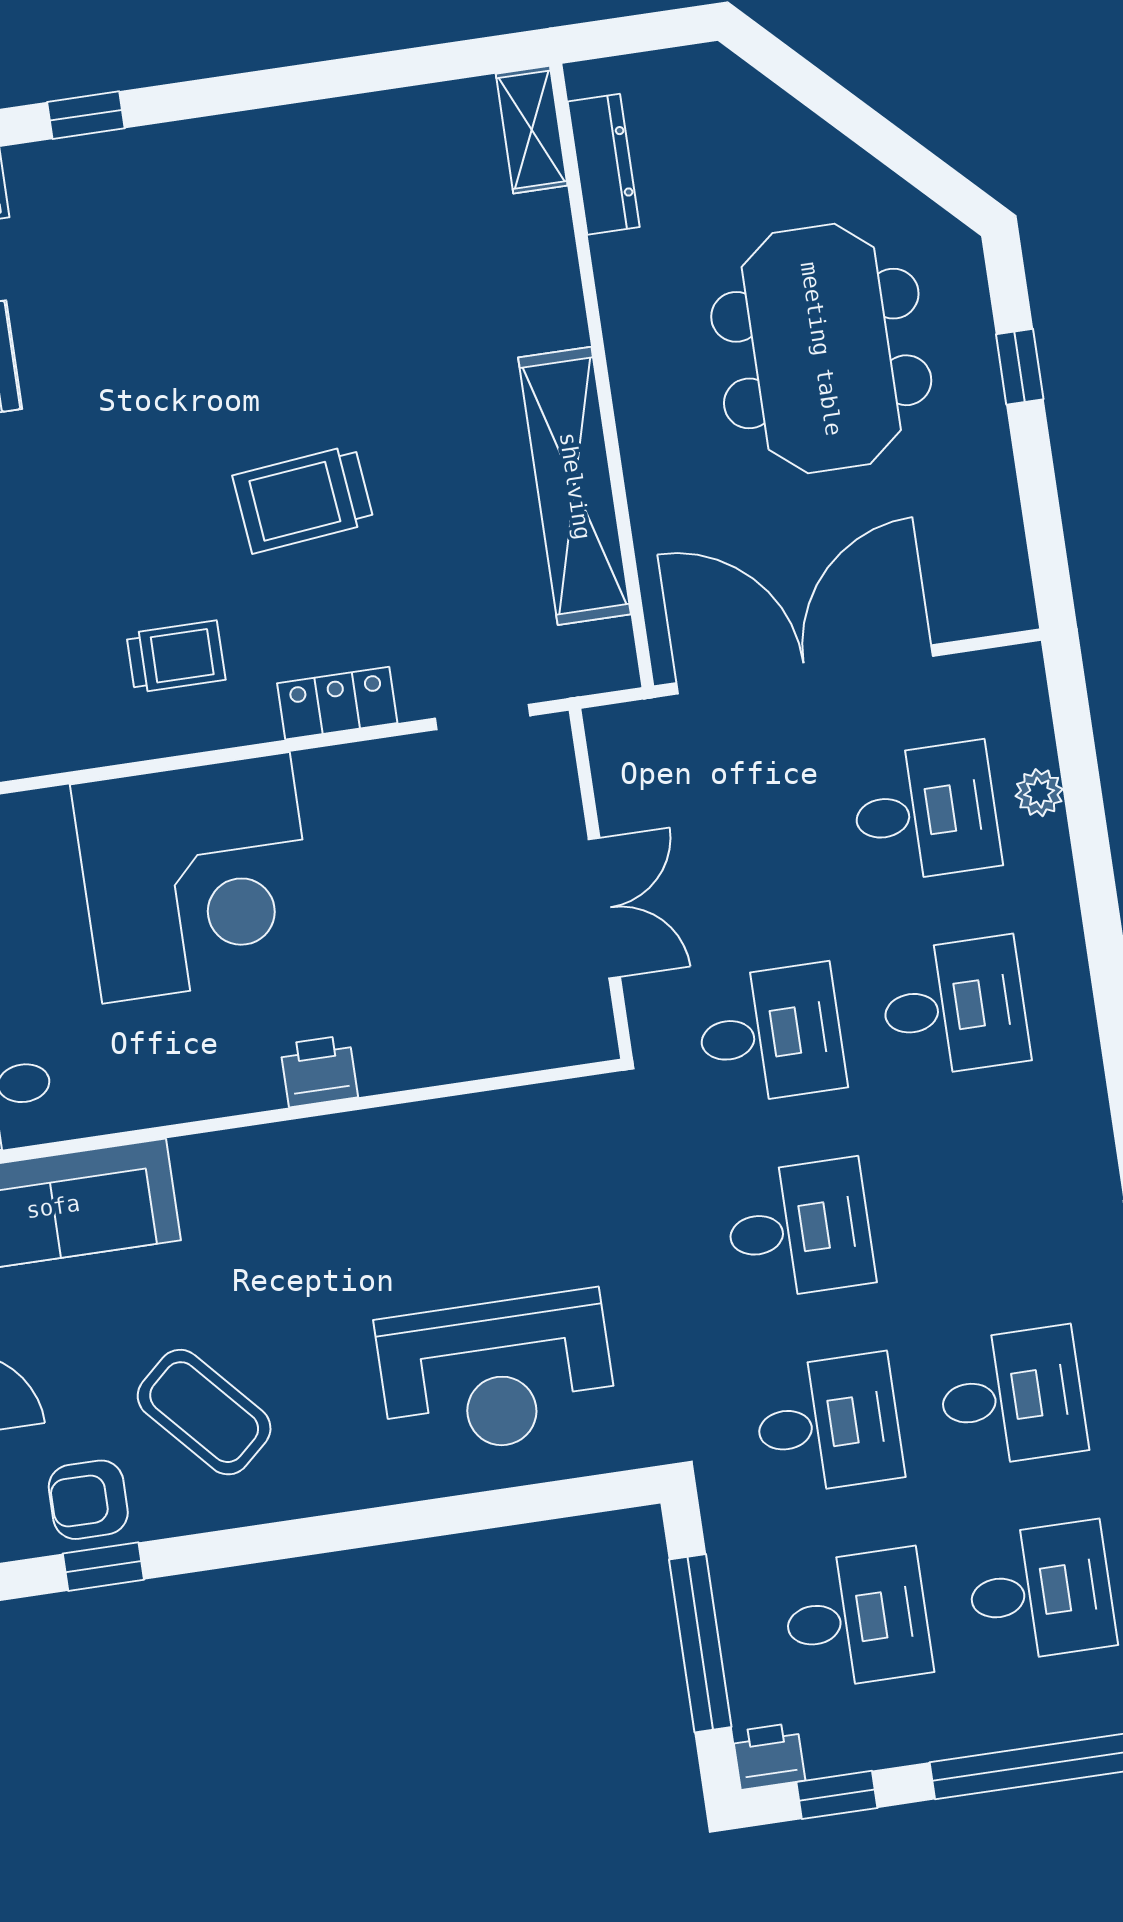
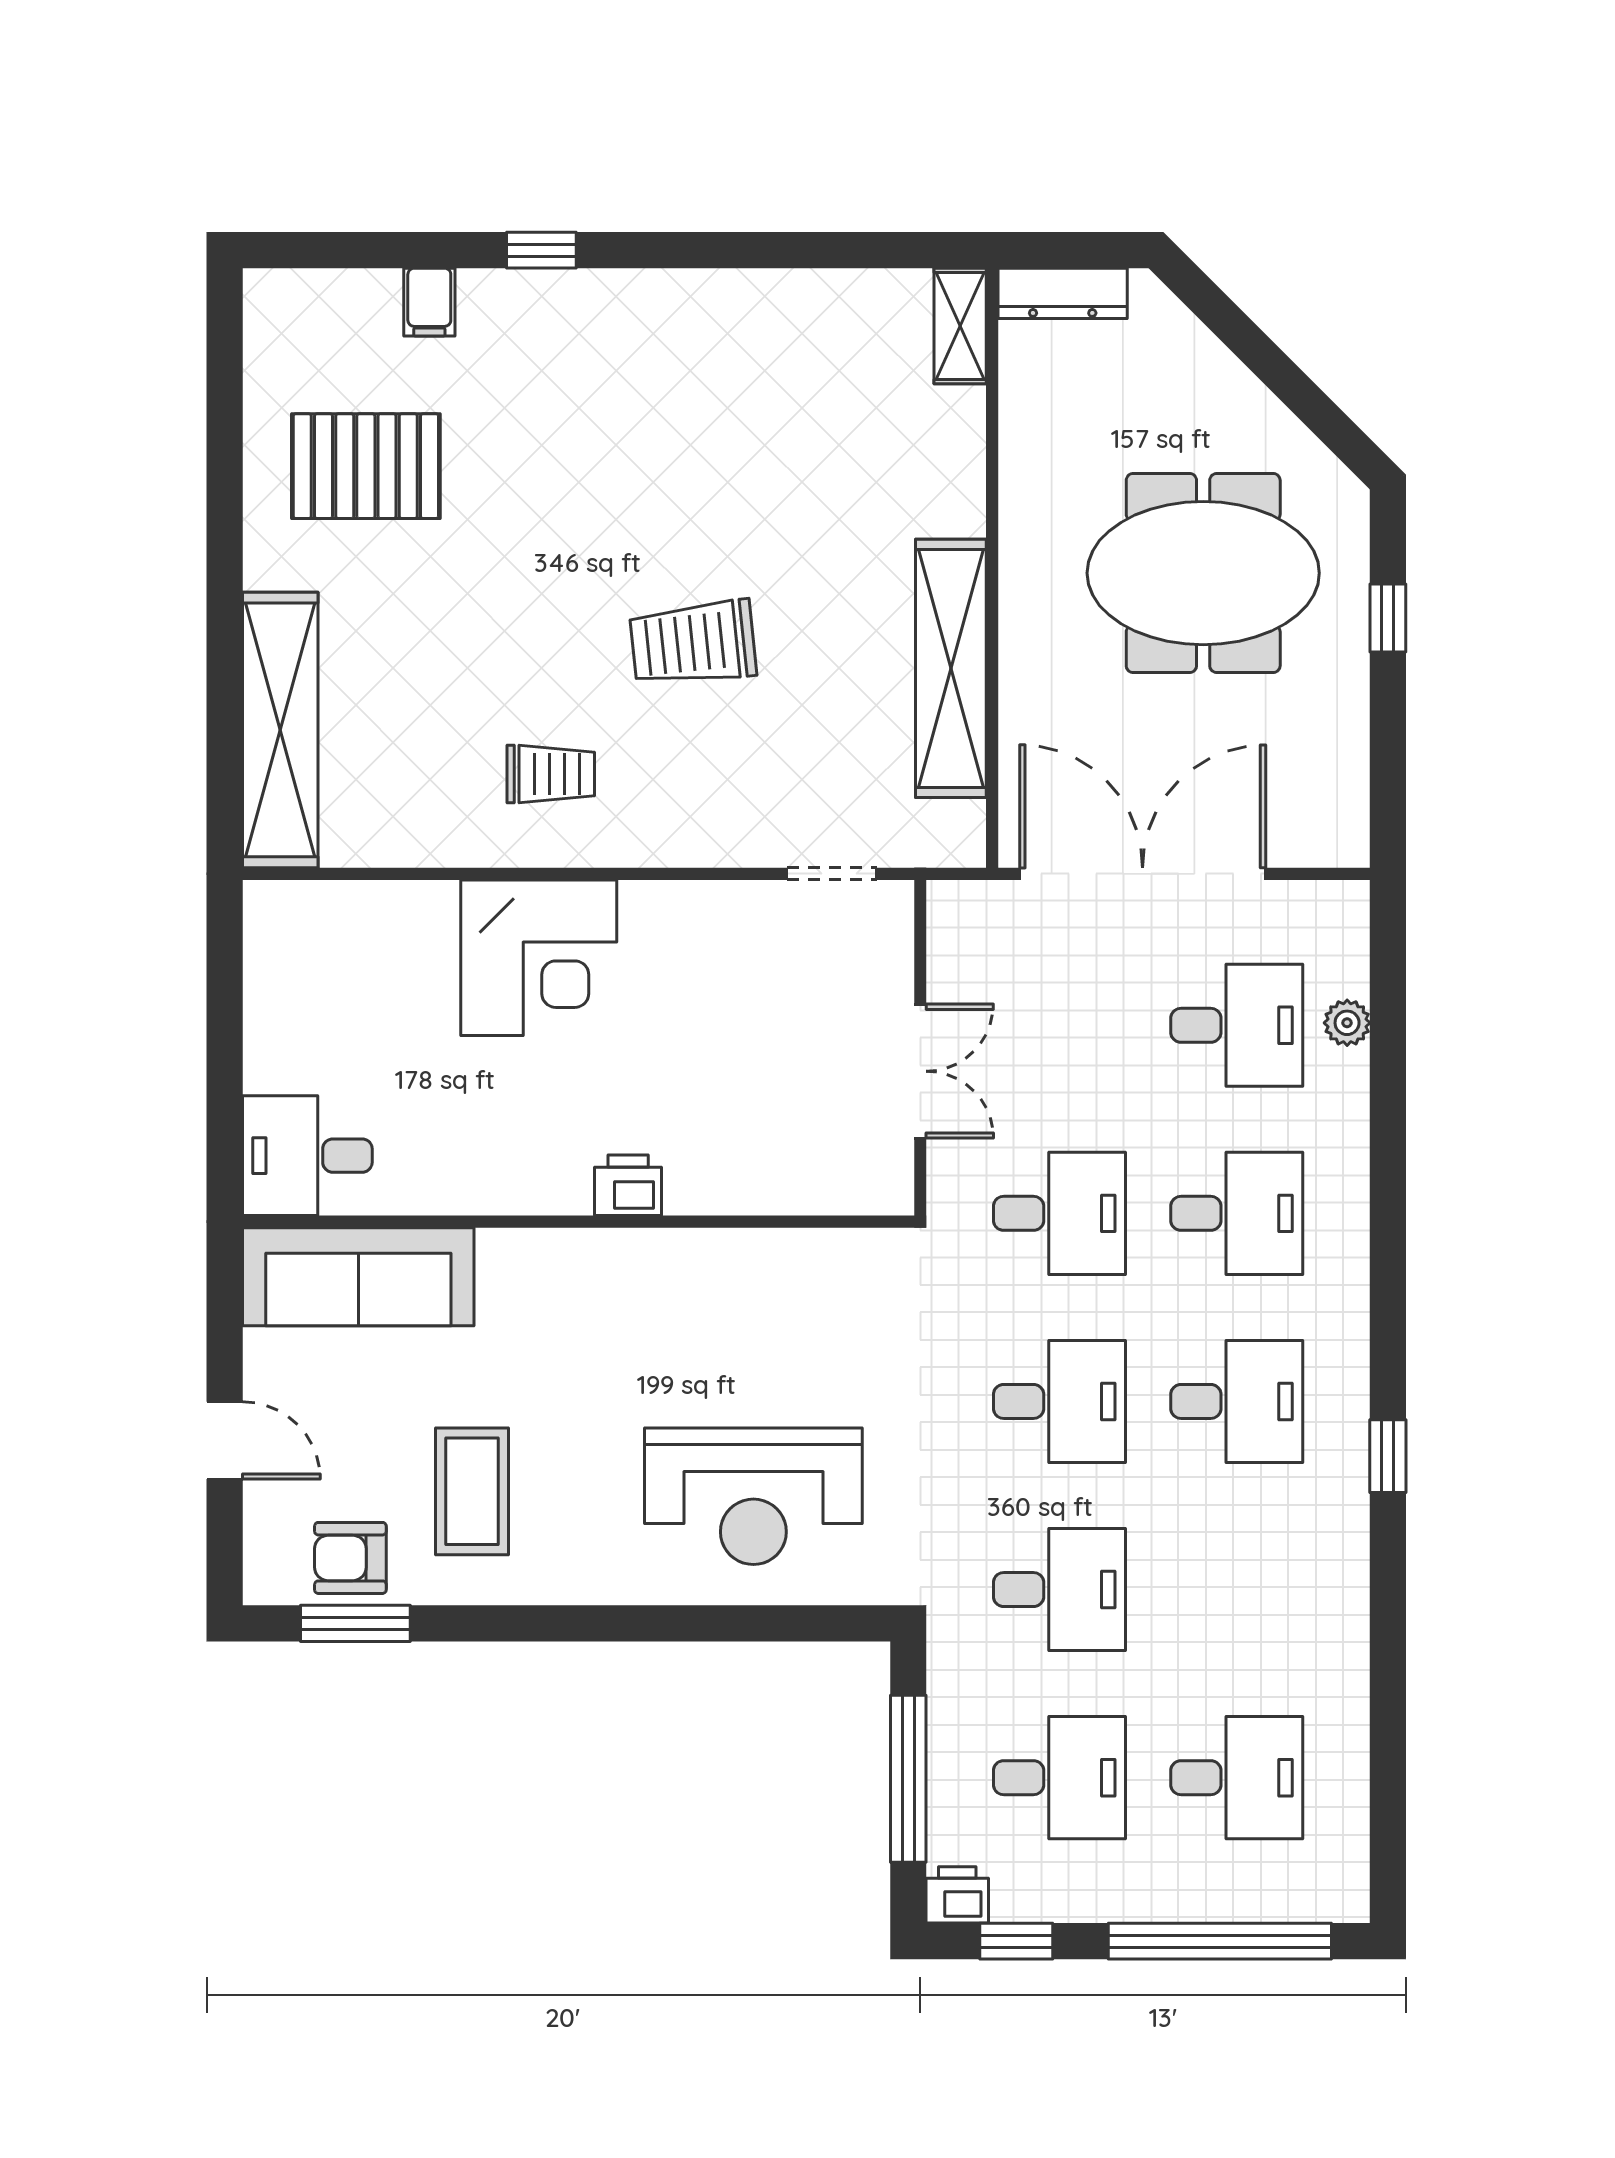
dresser: (604, 164) -> (1063, 293), moved, turned 90
meeting table: (821, 349) -> (1203, 573), turned 90
locker: (337, 703) -> (697, 840), removed
corner desk: (196, 878) -> (539, 958), width x0.74, depth x0.74
desk: (1012, 1397) -> (1237, 1401), moved
coffee table: (204, 1412) -> (472, 1491), turned 42
window: (103, 1567) -> (355, 1623), width x1.50

